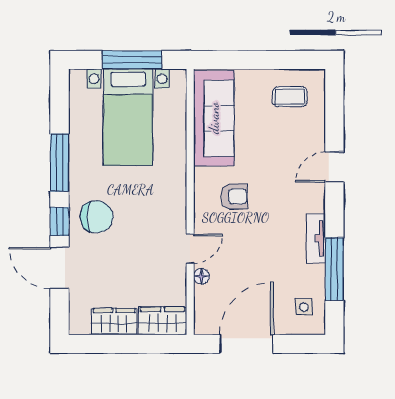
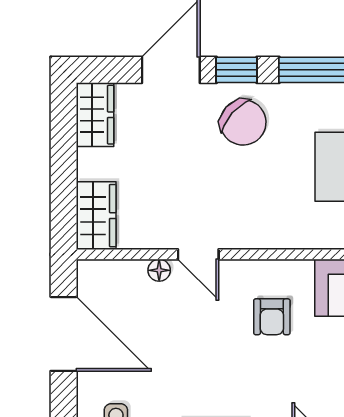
chair: (97, 217) -> (243, 122), turned -48
wardrobe: (114, 322) -> (95, 115), moved

